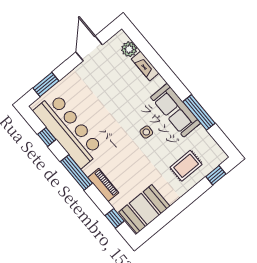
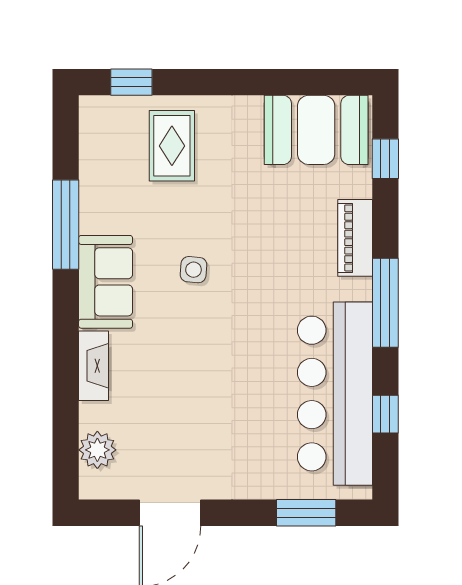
fireplace: (145, 66) -> (94, 366), moved
sofa: (176, 110) -> (106, 282), width x0.73
rug: (186, 166) -> (172, 146), turned 90

